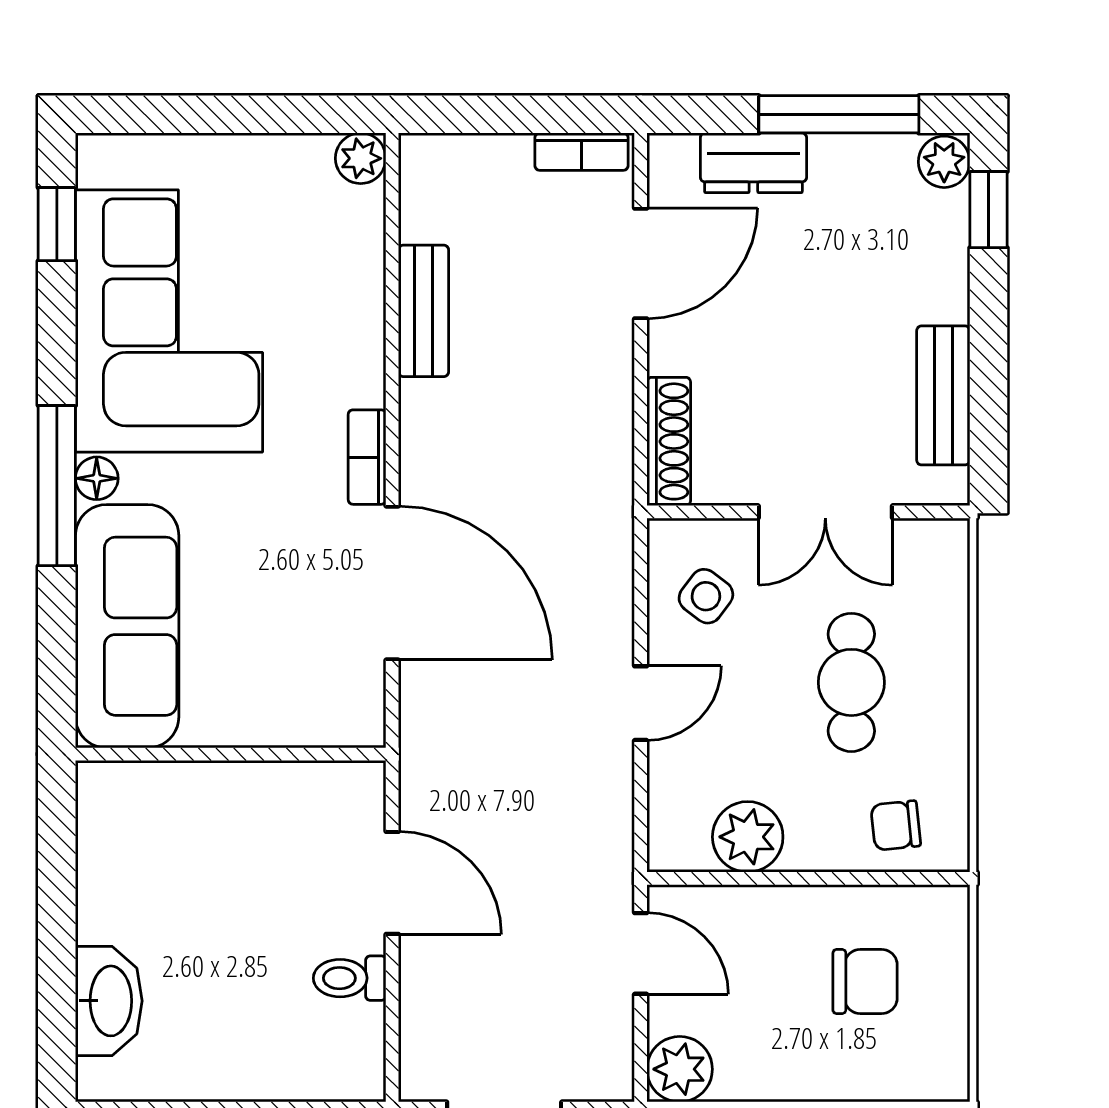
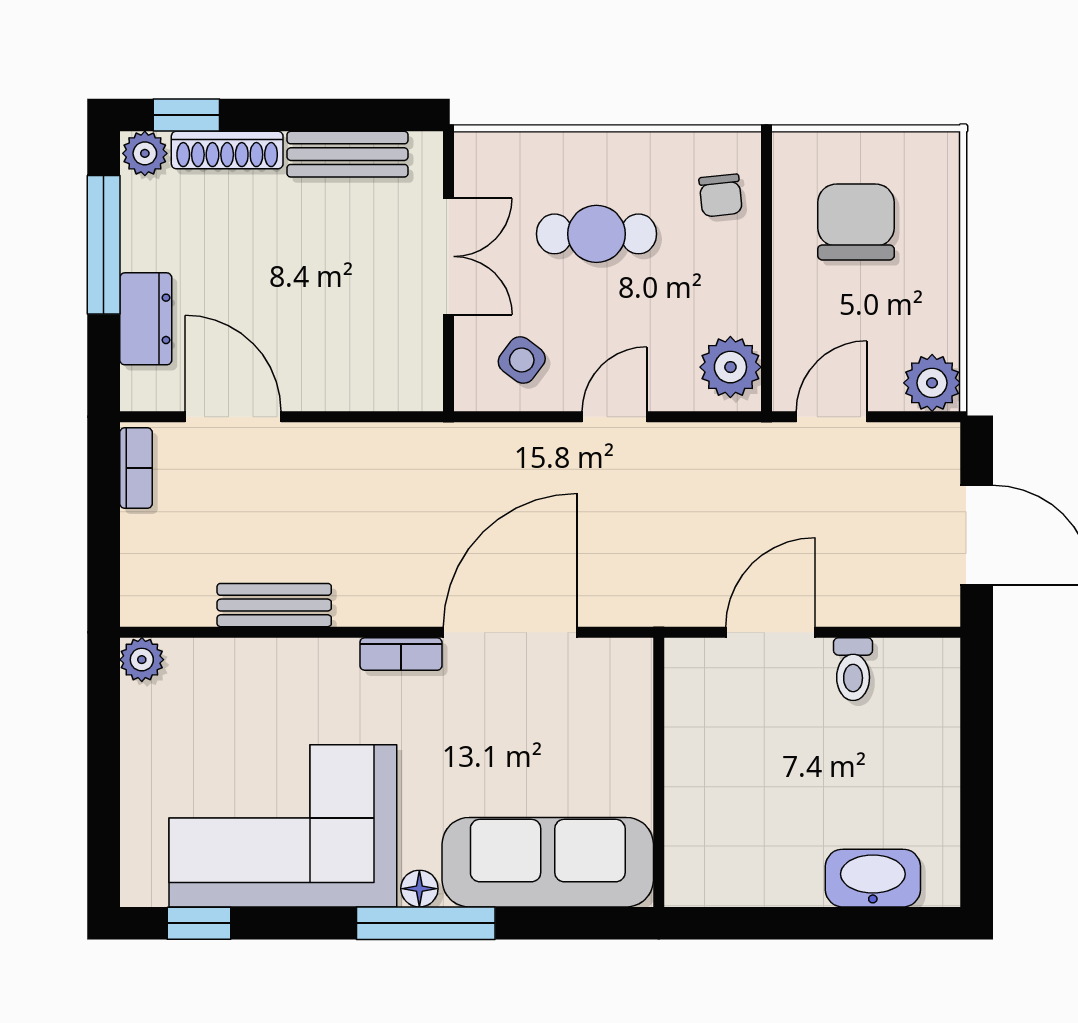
shoe rack: (669, 441) -> (227, 150), moved, turned 180
door: (641, 703) -> (615, 417), hinge flipped
plant: (748, 837) -> (730, 367), moved
chair: (865, 982) -> (856, 222), width x1.37, depth x1.37

